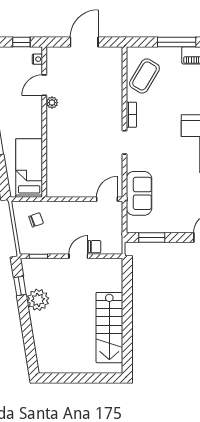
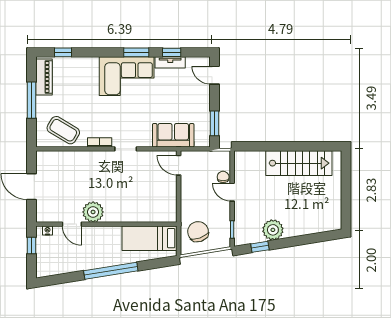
plant: (52, 103) -> (93, 212), width x1.88, depth x1.88
chair: (36, 220) -> (198, 232), width x1.87, depth x1.87

